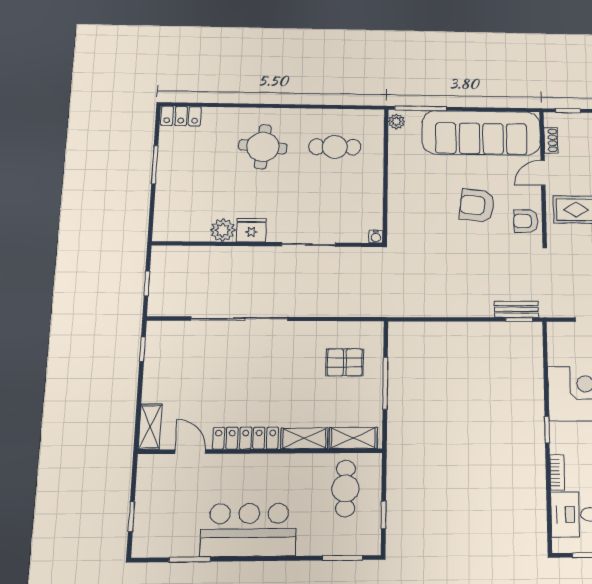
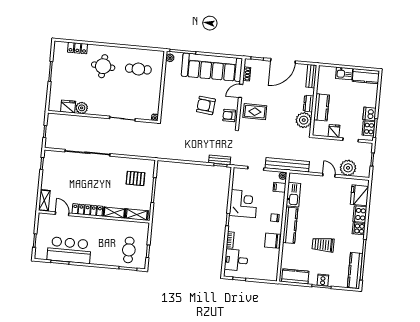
locker: (181, 116) -> (77, 48), moved
fridge: (251, 230) -> (68, 107), moved
cafe table: (345, 488) -> (129, 250), moved
bar counter: (249, 530) -> (69, 250), moved

